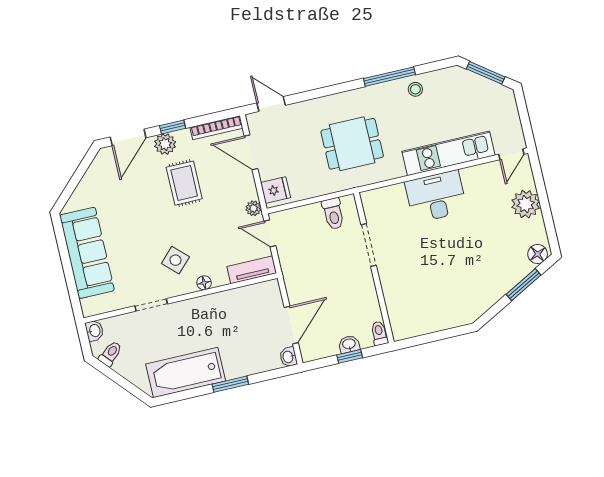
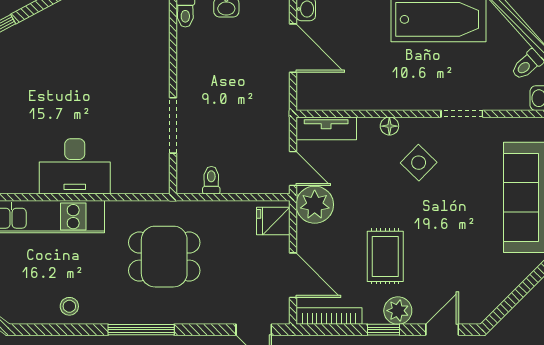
window: (389, 77) -> (141, 330), moved
door: (128, 137) -> (442, 330), width x0.73
plant: (254, 208) -> (315, 205), width x1.87, depth x1.87
toilet: (333, 214) -> (211, 180), width x0.73, depth x0.72
door: (291, 325) -> (293, 48), swing flipped

